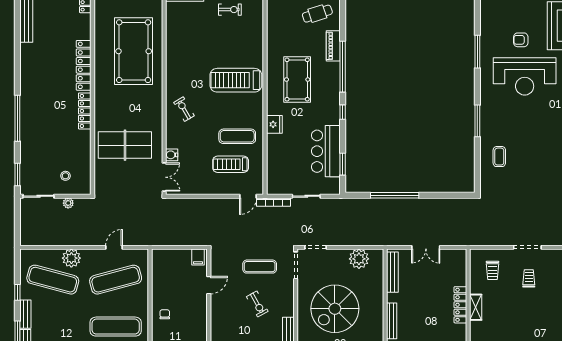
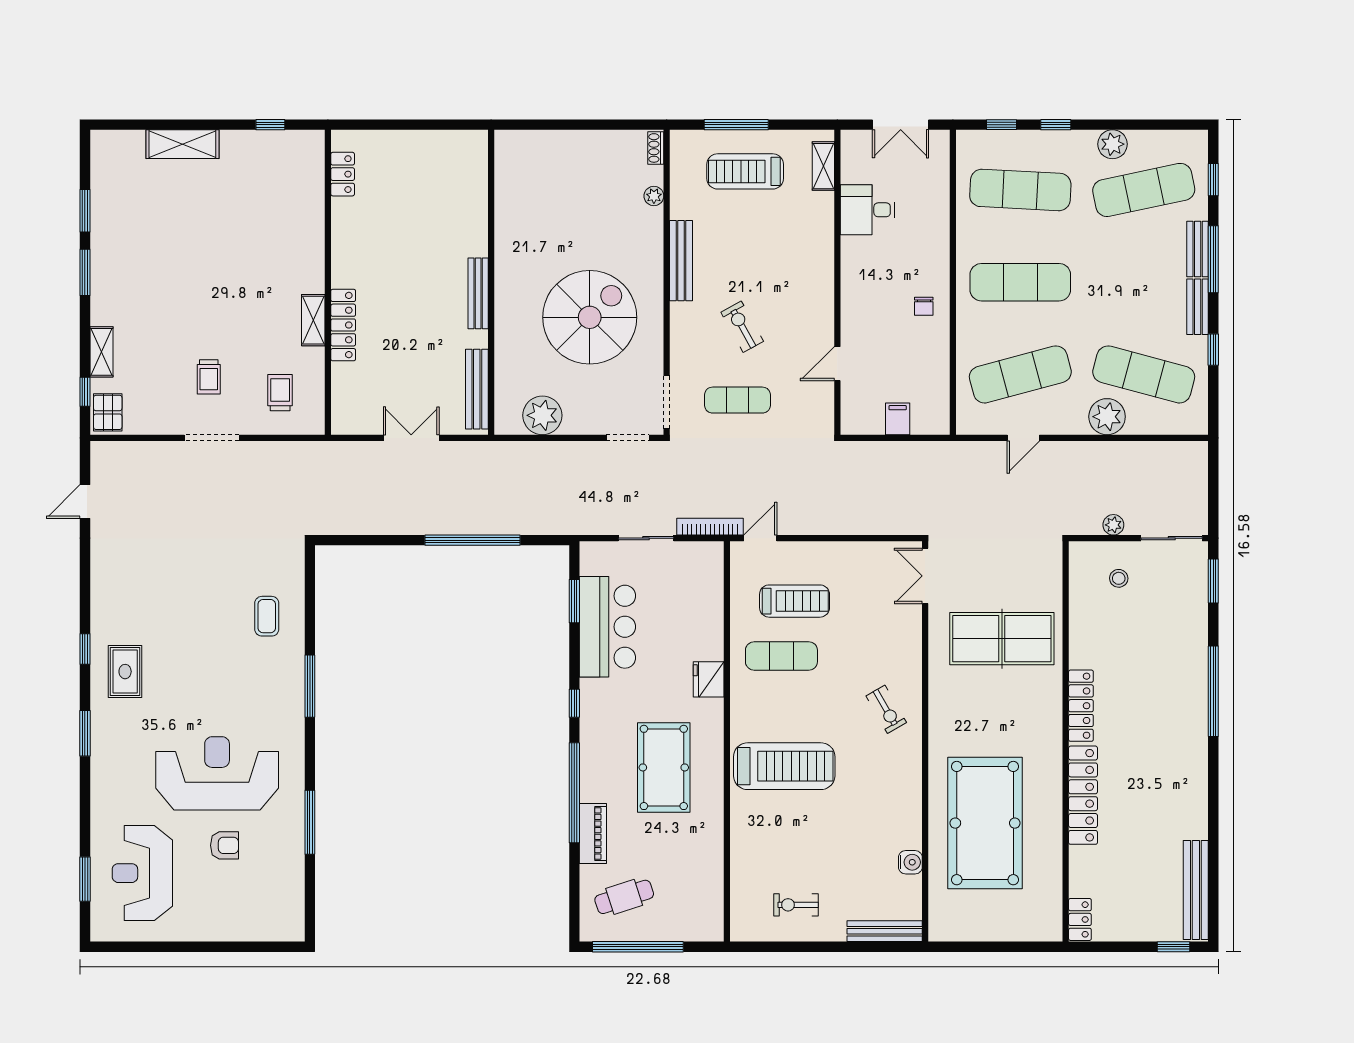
water cooler: (172, 155) -> (910, 862), moved
filing cabinet: (198, 257) -> (898, 419), moved

